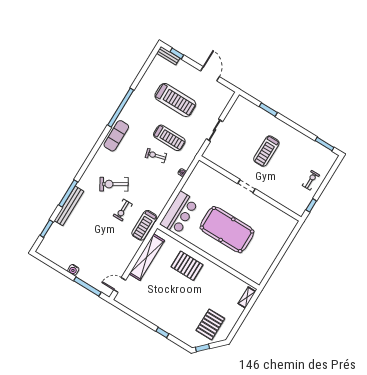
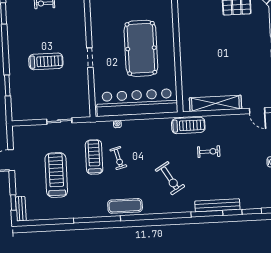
exercise bike: (123, 210) -> (209, 152), moved
bar counter: (179, 213) -> (137, 103), width x1.86
pallet: (187, 266) -> (198, 62), removed

